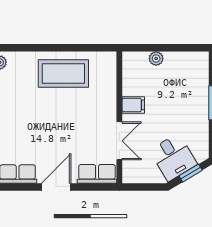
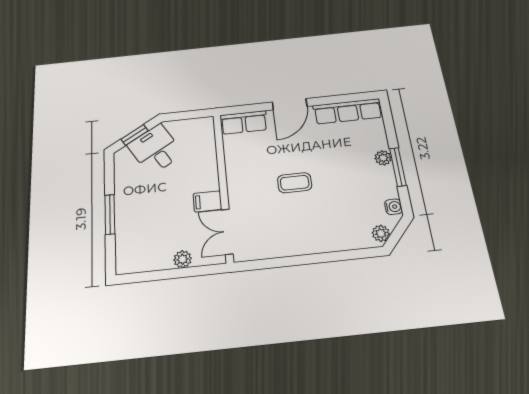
coffee table: (63, 73) -> (295, 183), moved, width x0.54, depth x0.58
double door: (119, 141) -> (227, 232), moved

